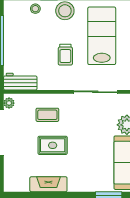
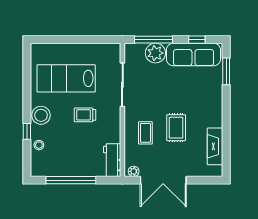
trolley: (65, 55) -> (85, 115), turned 180
fireplace: (48, 184) -> (215, 146), moved

